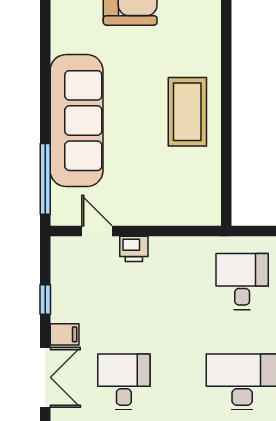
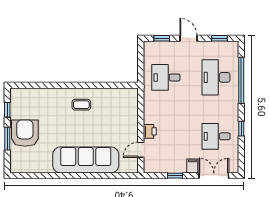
coffee table: (187, 112) -> (81, 105), width x0.54, depth x0.58
window: (45, 179) -> (115, 176), removed

